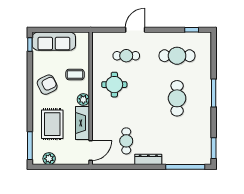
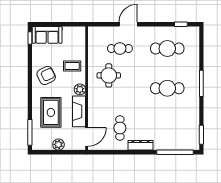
sofa: (54, 41) -> (47, 35), width x0.73
cafe table: (177, 98) -> (167, 88), turned 90
plant: (49, 159) -> (58, 145), moved

